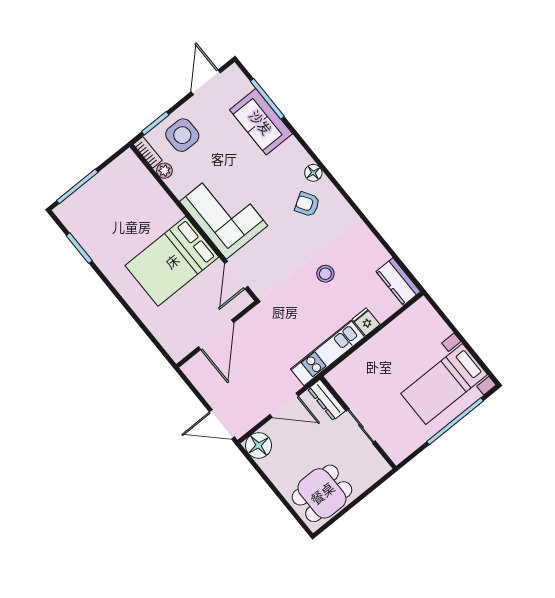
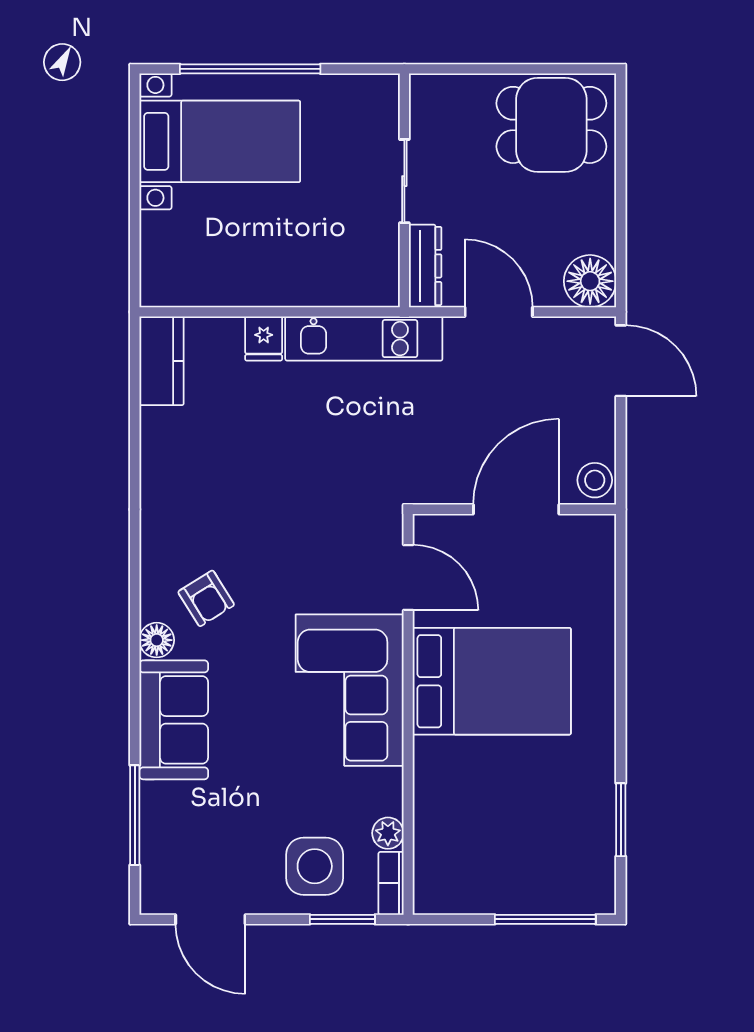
door: (206, 82) -> (210, 919), hinge flipped
sofa: (261, 122) -> (174, 720), moved
stool: (325, 274) -> (595, 480), moved
door: (236, 275) -> (408, 577), hinge flipped

